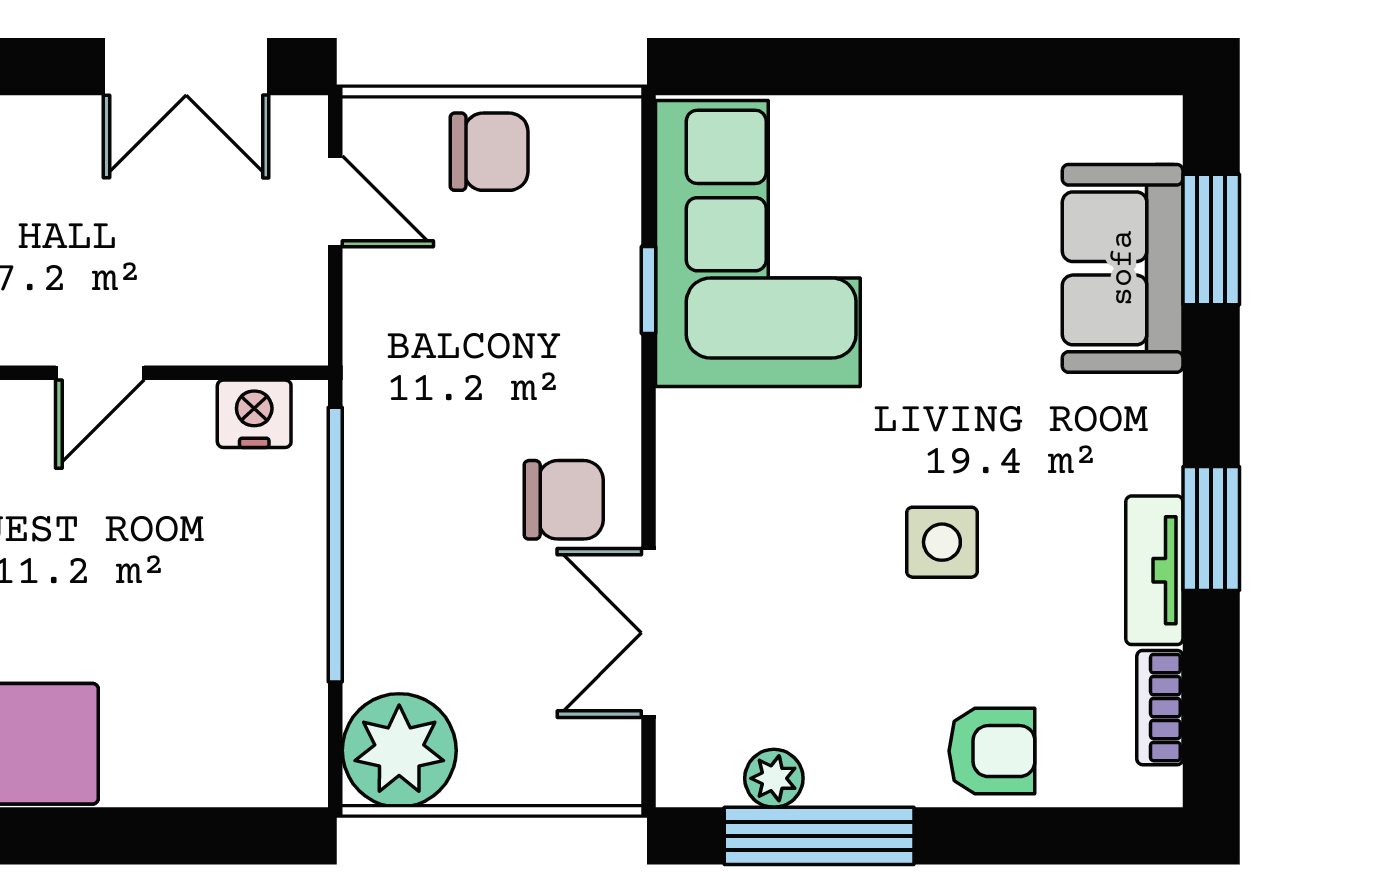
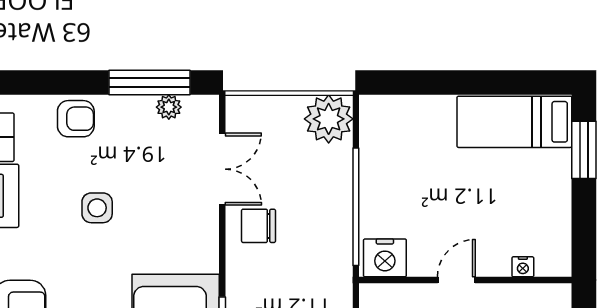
nightstand: (254, 414) -> (385, 258), width x1.36, depth x1.33
armchair: (992, 751) -> (76, 119), turned 180

